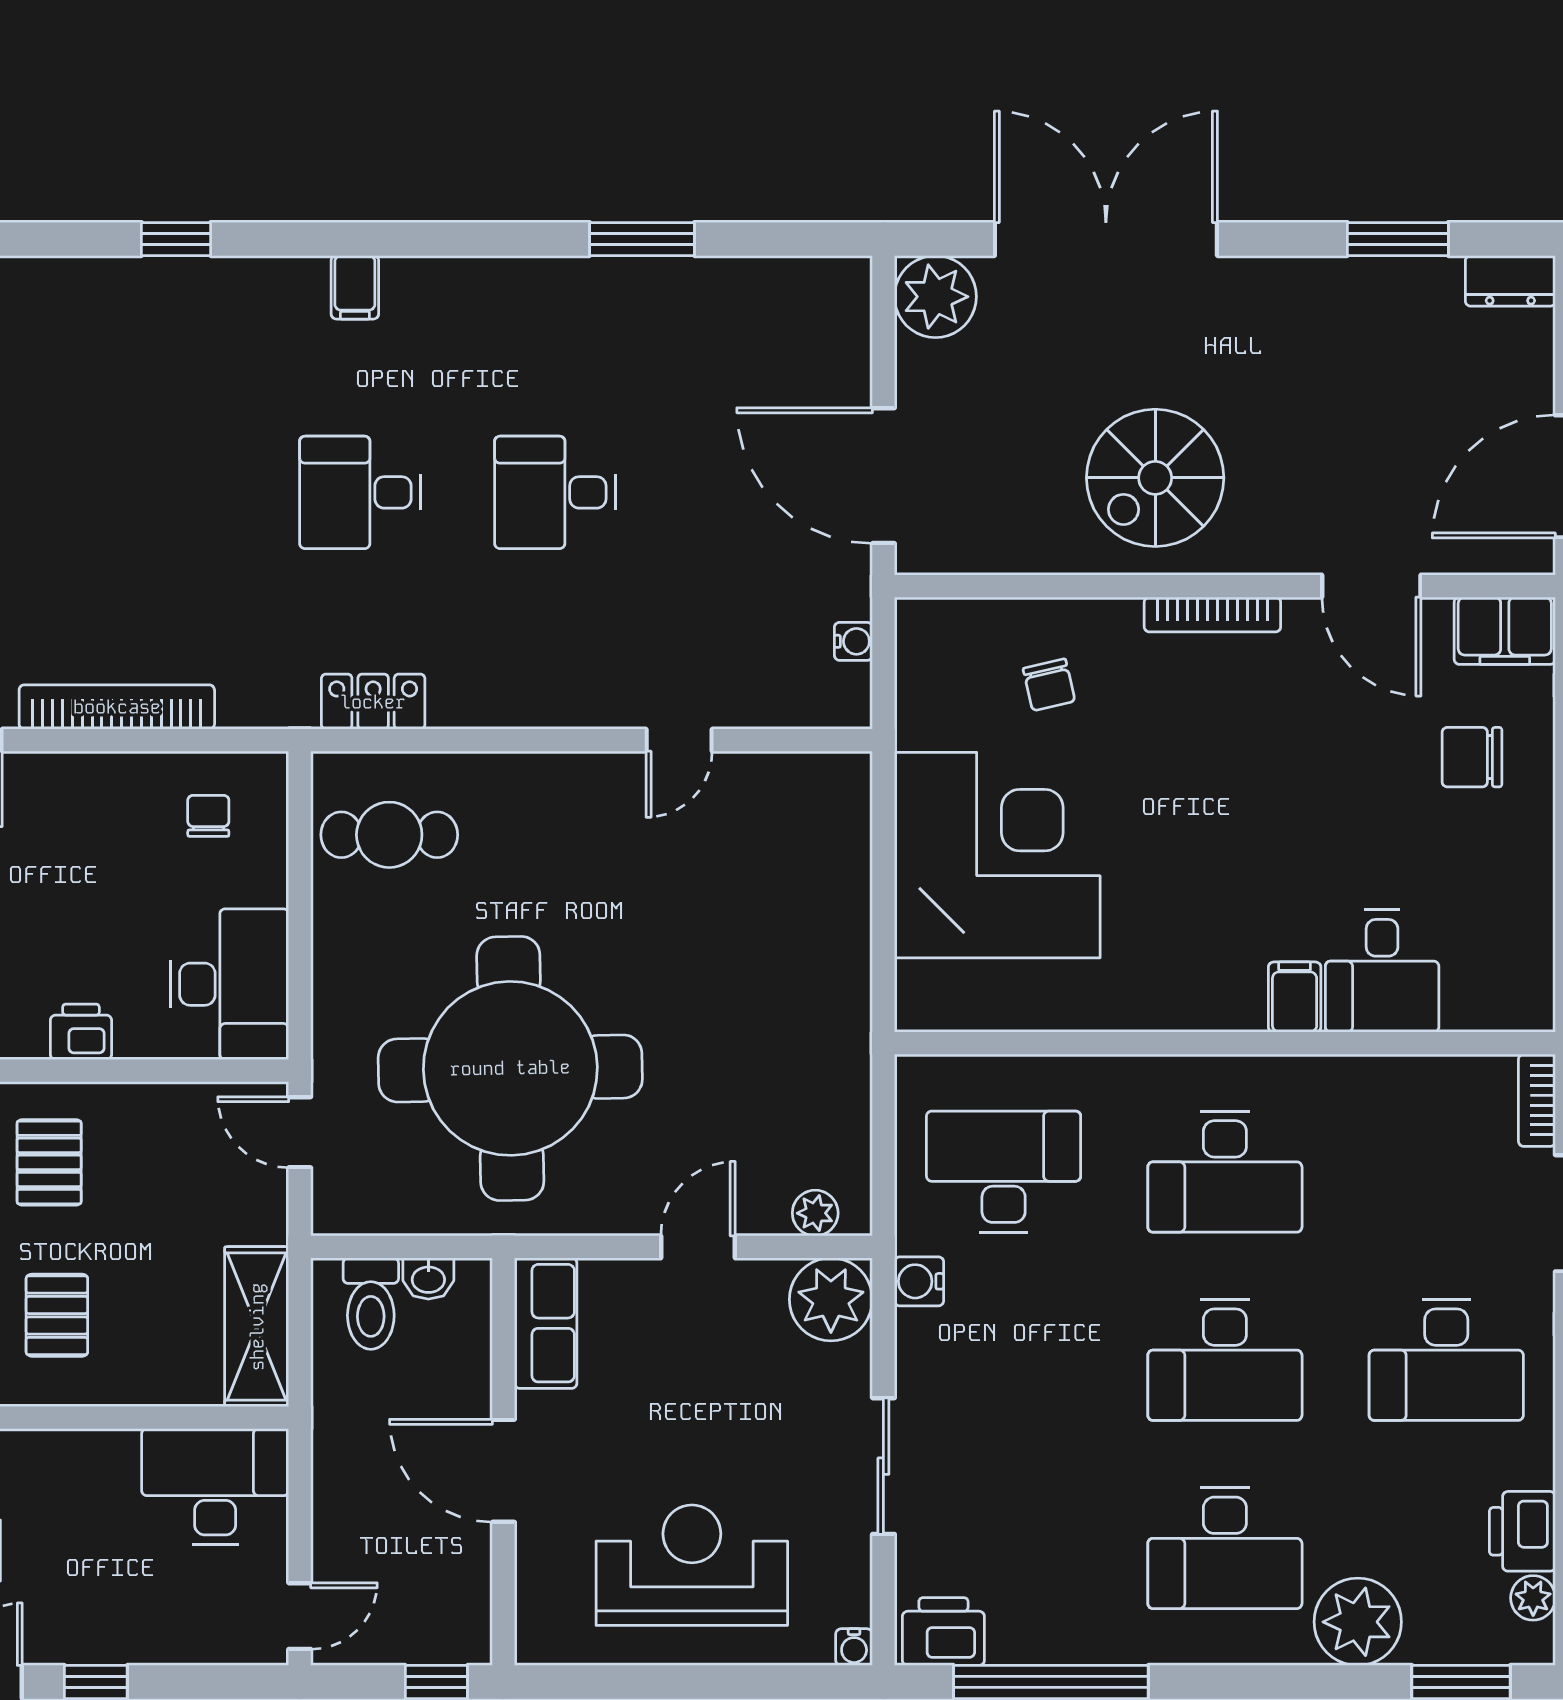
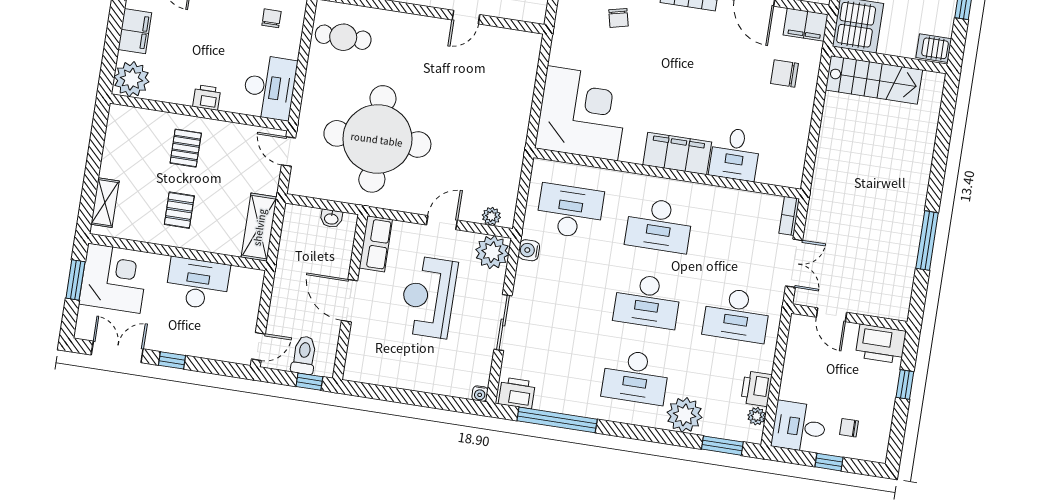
corner desk: (997, 855) -> (582, 113), moved
filing cabinet: (1295, 997) -> (677, 153), width x3.00, depth x1.17
toilet: (371, 1304) -> (304, 355), moved, turned 180
desk: (215, 1486) -> (198, 284), moved
reception desk: (692, 1565) -> (428, 297), moved, turned -90

